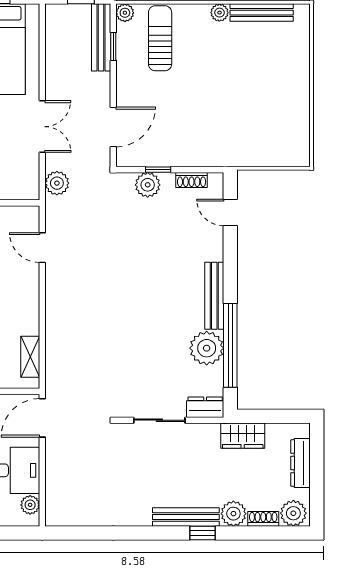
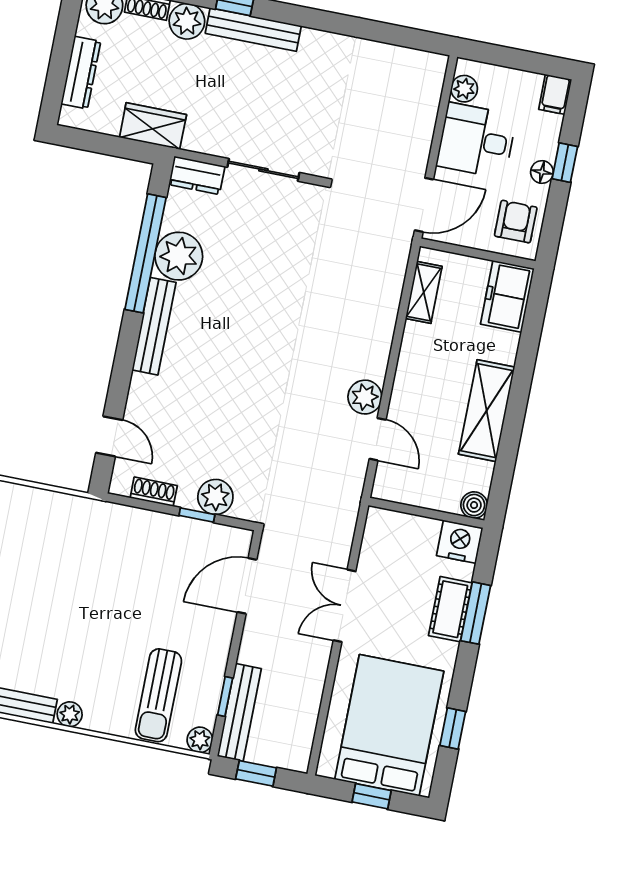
plant: (57, 183) -> (365, 397), moved

